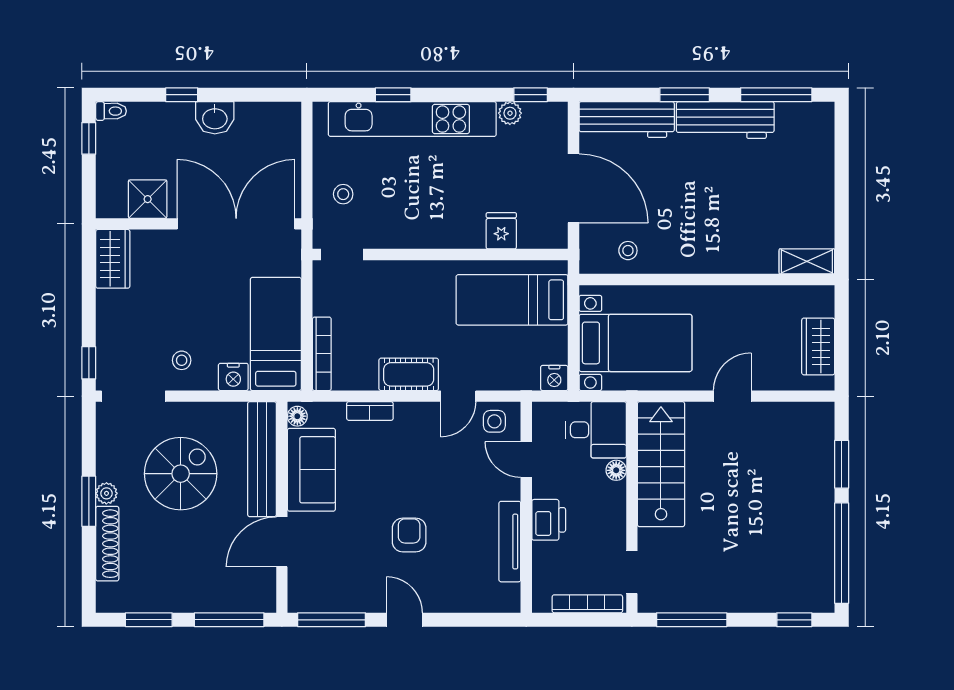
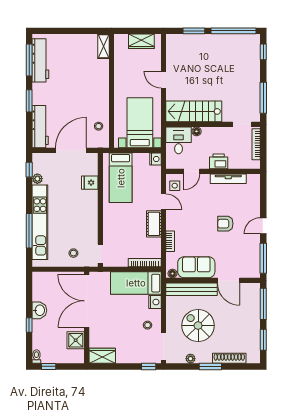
window: (393, 95) -> (29, 231), width x2.17
workbench: (725, 120) -> (40, 60), moved
plant: (106, 493) -> (190, 359), moved

